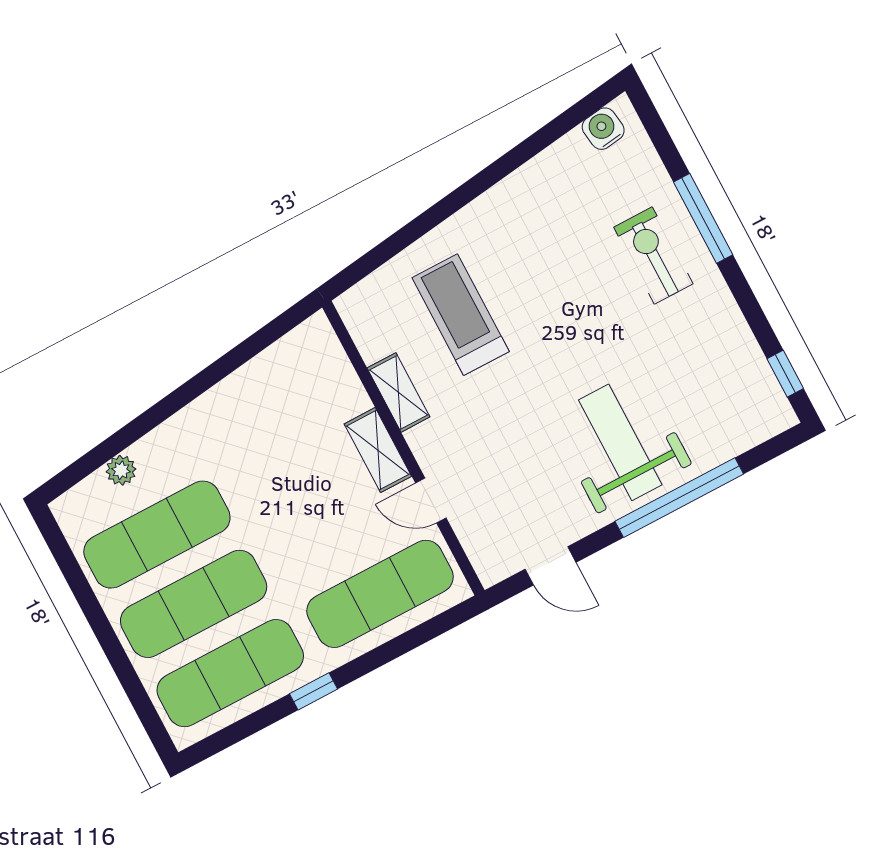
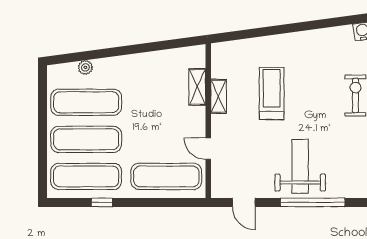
treadmill: (461, 315) -> (272, 93), moved
shelving: (378, 450) -> (197, 87), moved
window: (313, 691) -> (102, 202), moved

